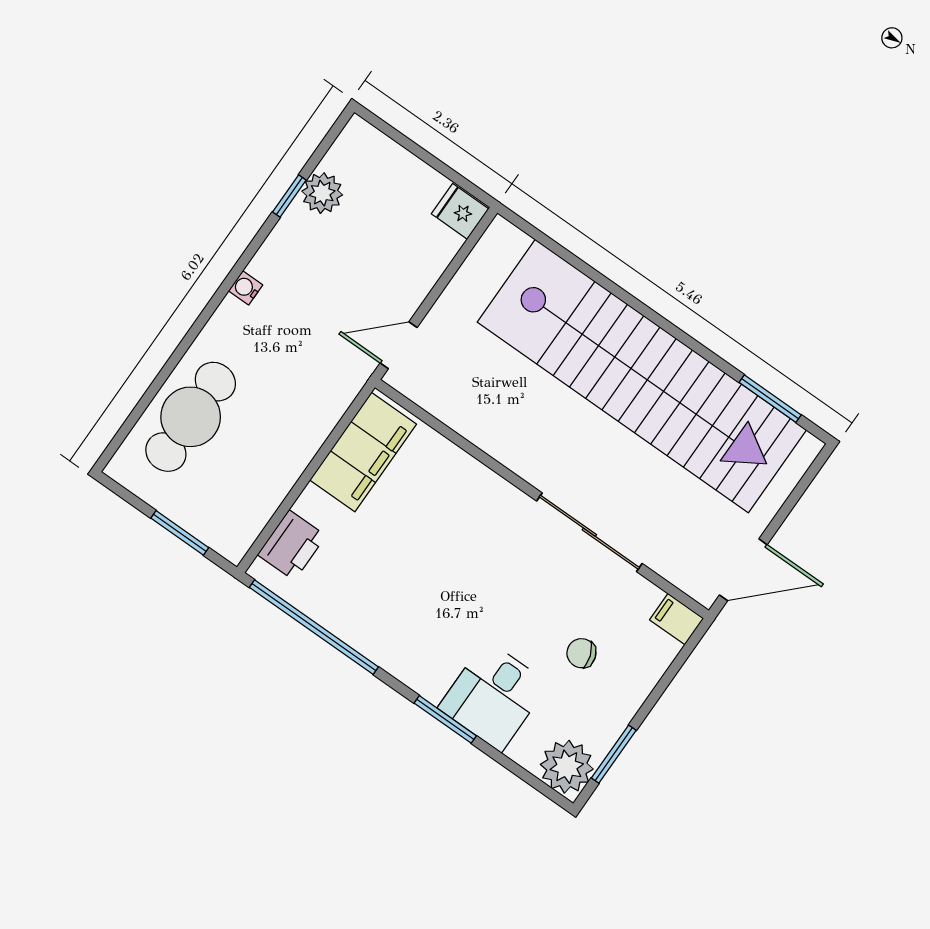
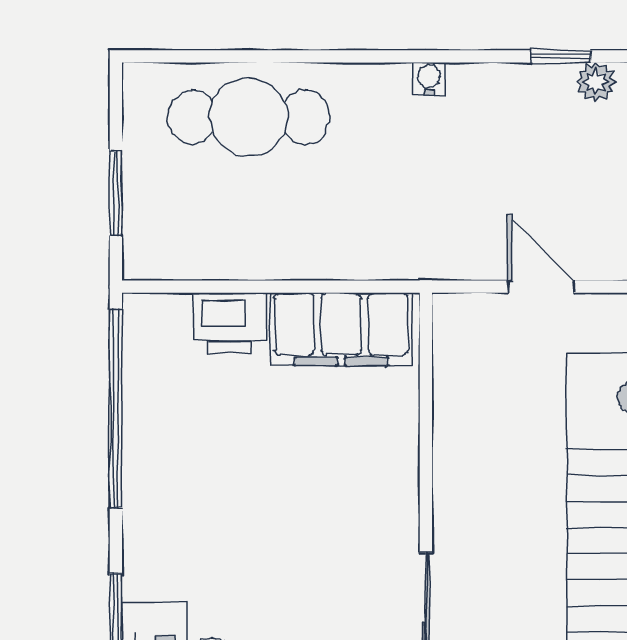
plant: (322, 193) -> (596, 82), width x0.73, depth x0.73
door: (399, 345) -> (541, 287), moved
printer: (292, 545) -> (230, 323), moved

